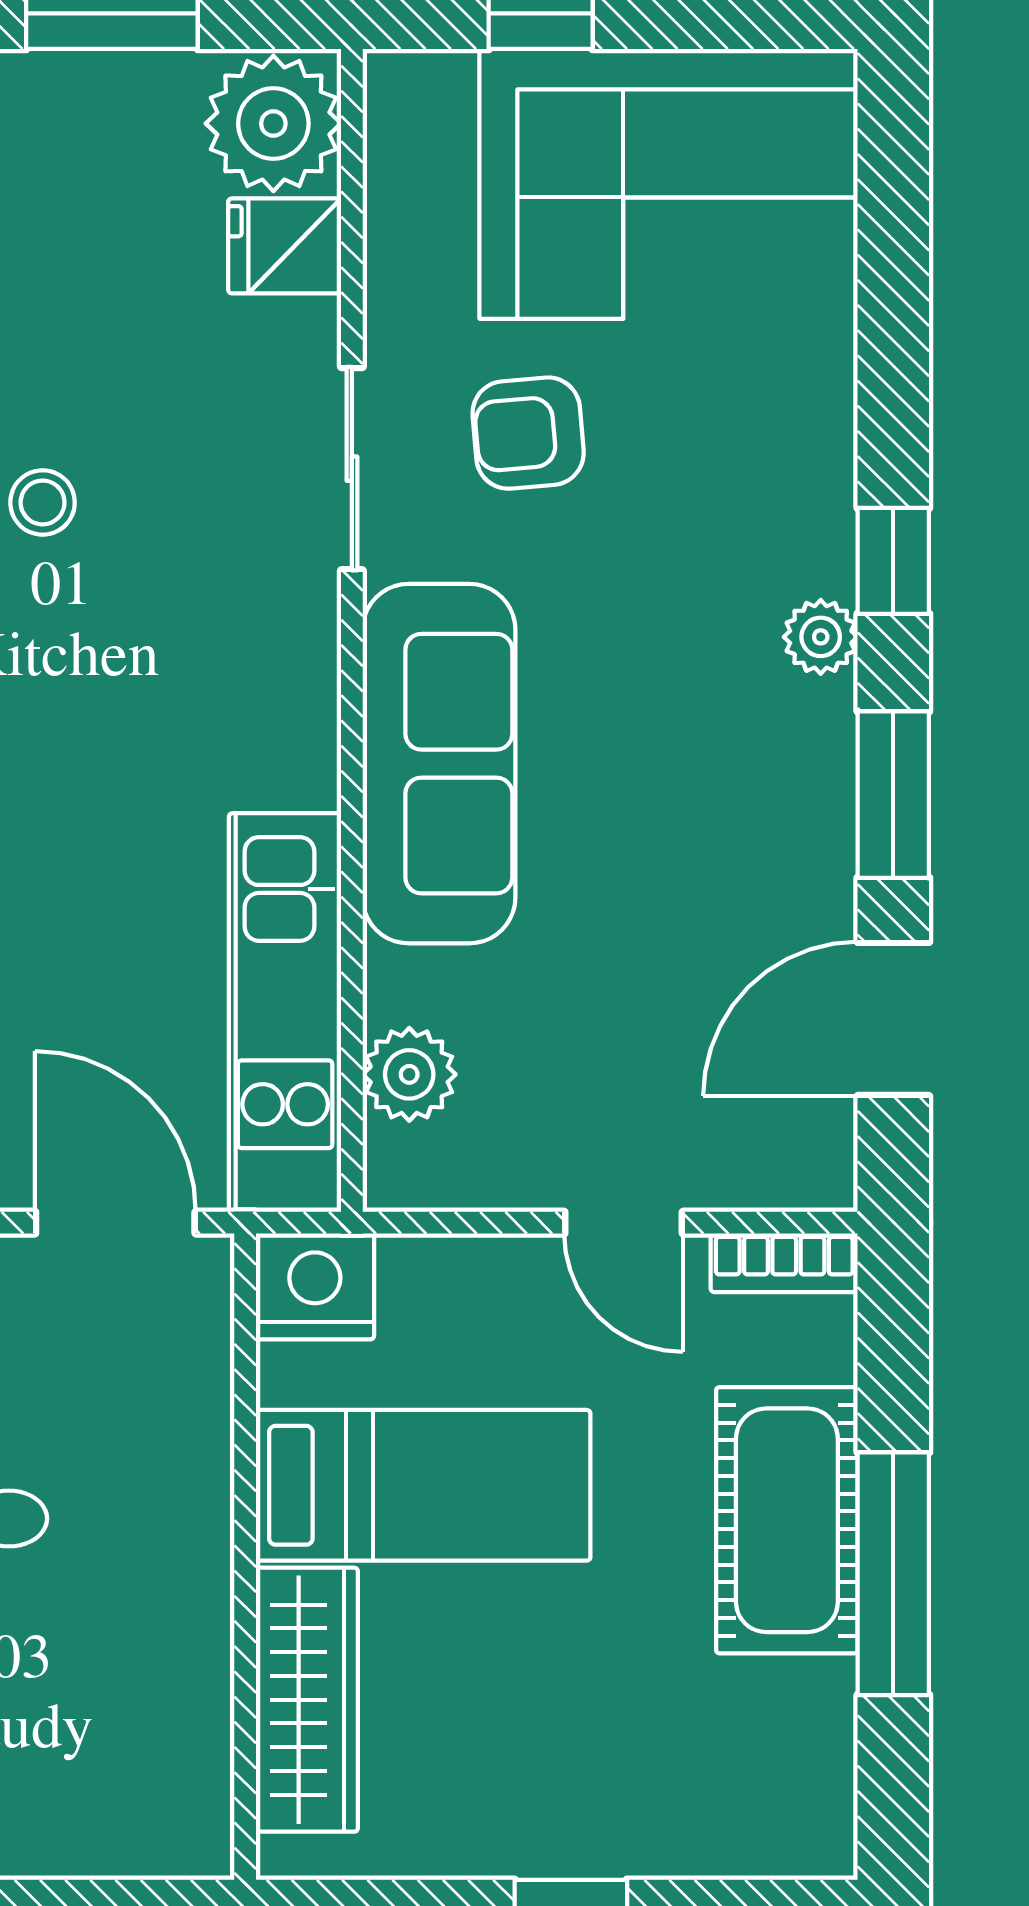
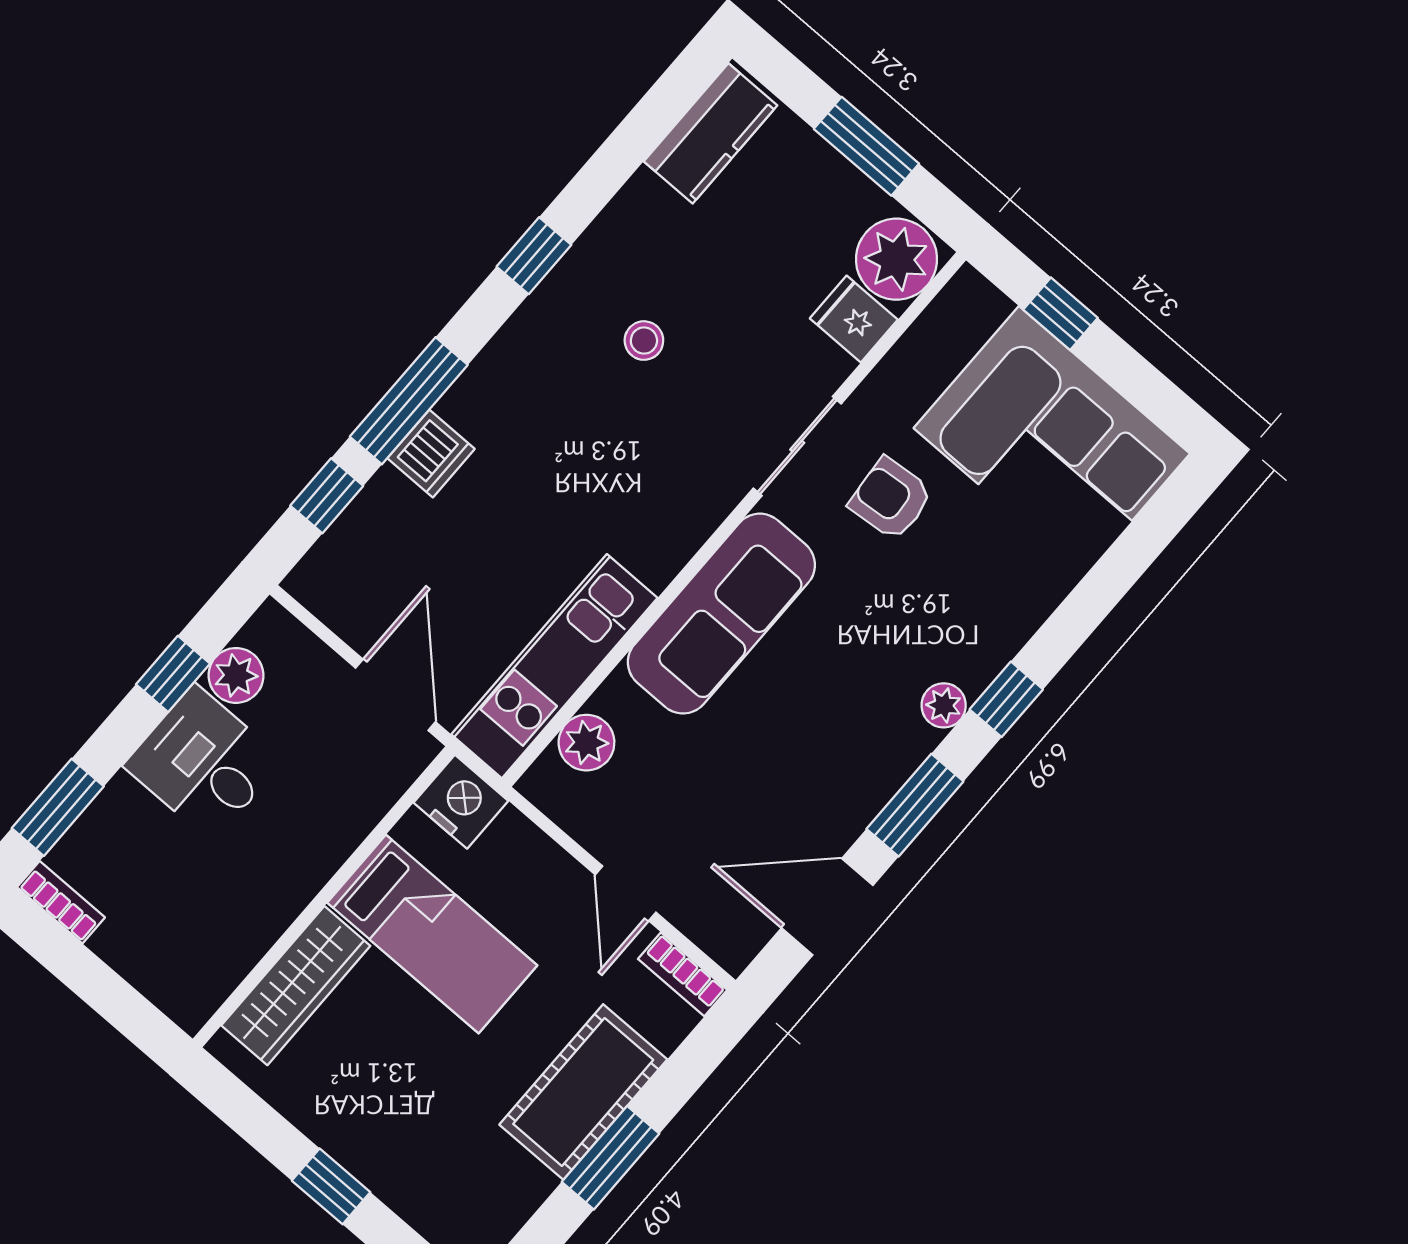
window: (893, 1574) -> (611, 1158), width x0.69

